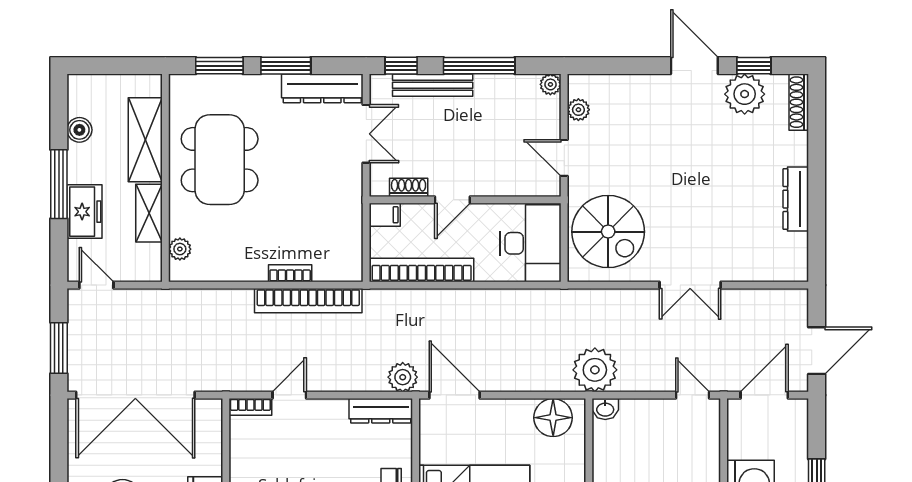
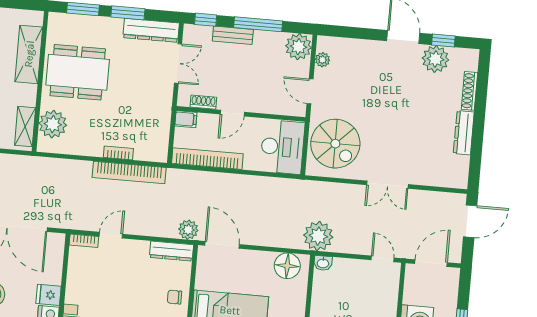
plant: (550, 84) -> (298, 47), width x1.88, depth x1.88
bench: (433, 85) -> (233, 35), width x0.73
shoe rack: (799, 102) -> (469, 91), moved
dining table: (220, 160) -> (78, 72), turned 90
shelving: (149, 213) -> (25, 126), moved
plant: (180, 249) -> (53, 124), width x1.88, depth x1.88
door: (817, 351) -> (470, 221), moved

